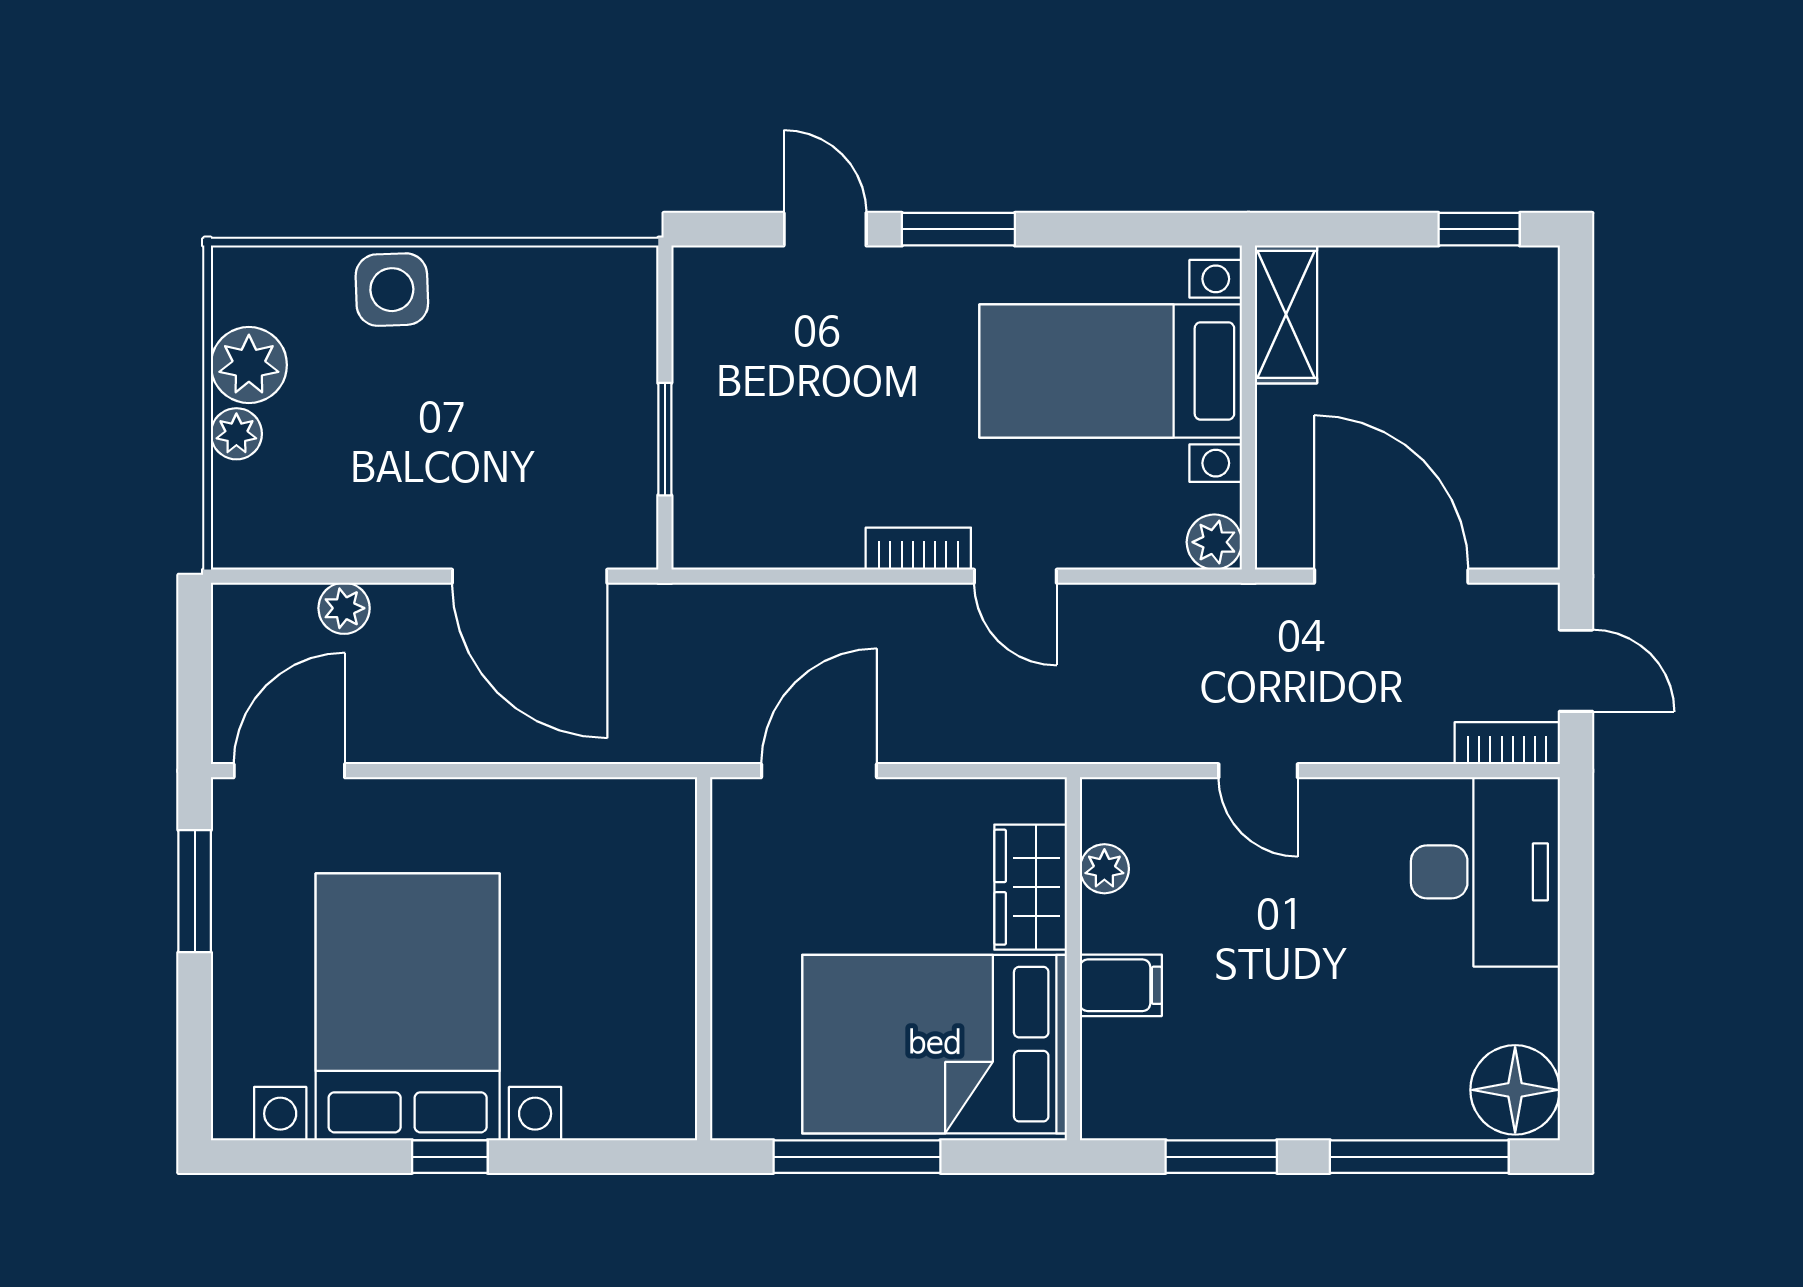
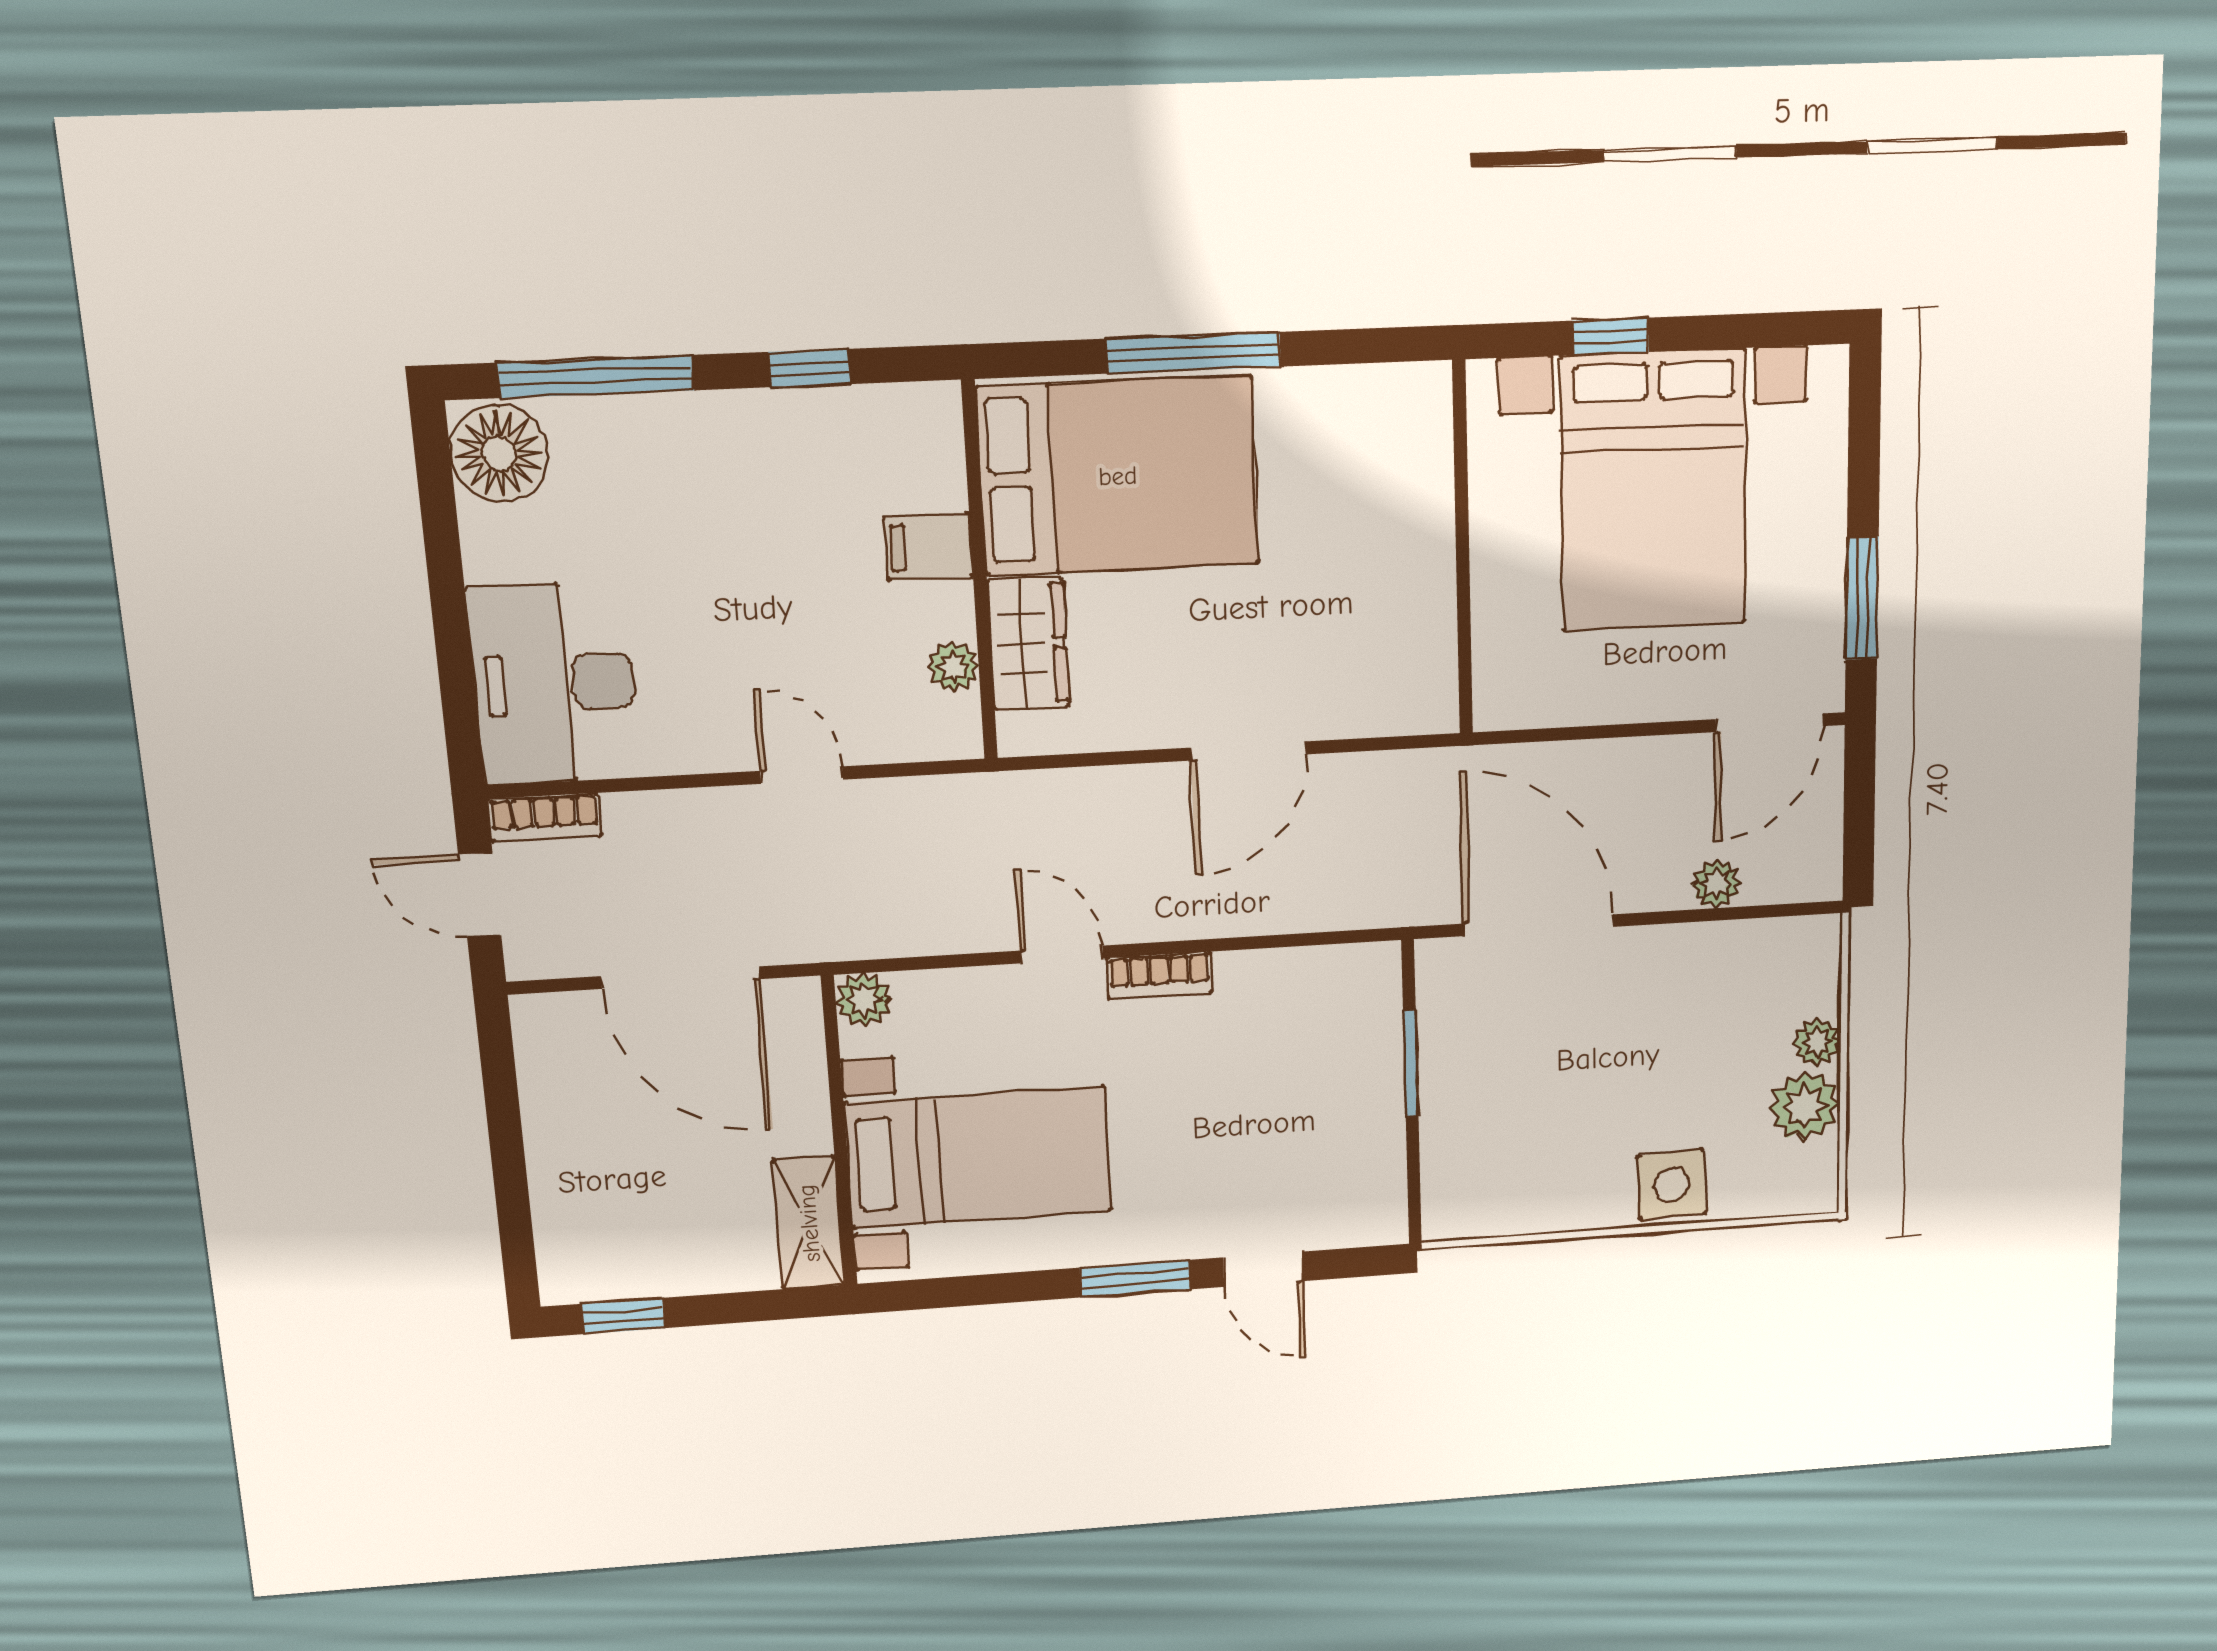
wall: (704, 959) -> (1463, 549), moved
window: (1221, 1157) -> (809, 368), width x0.67

